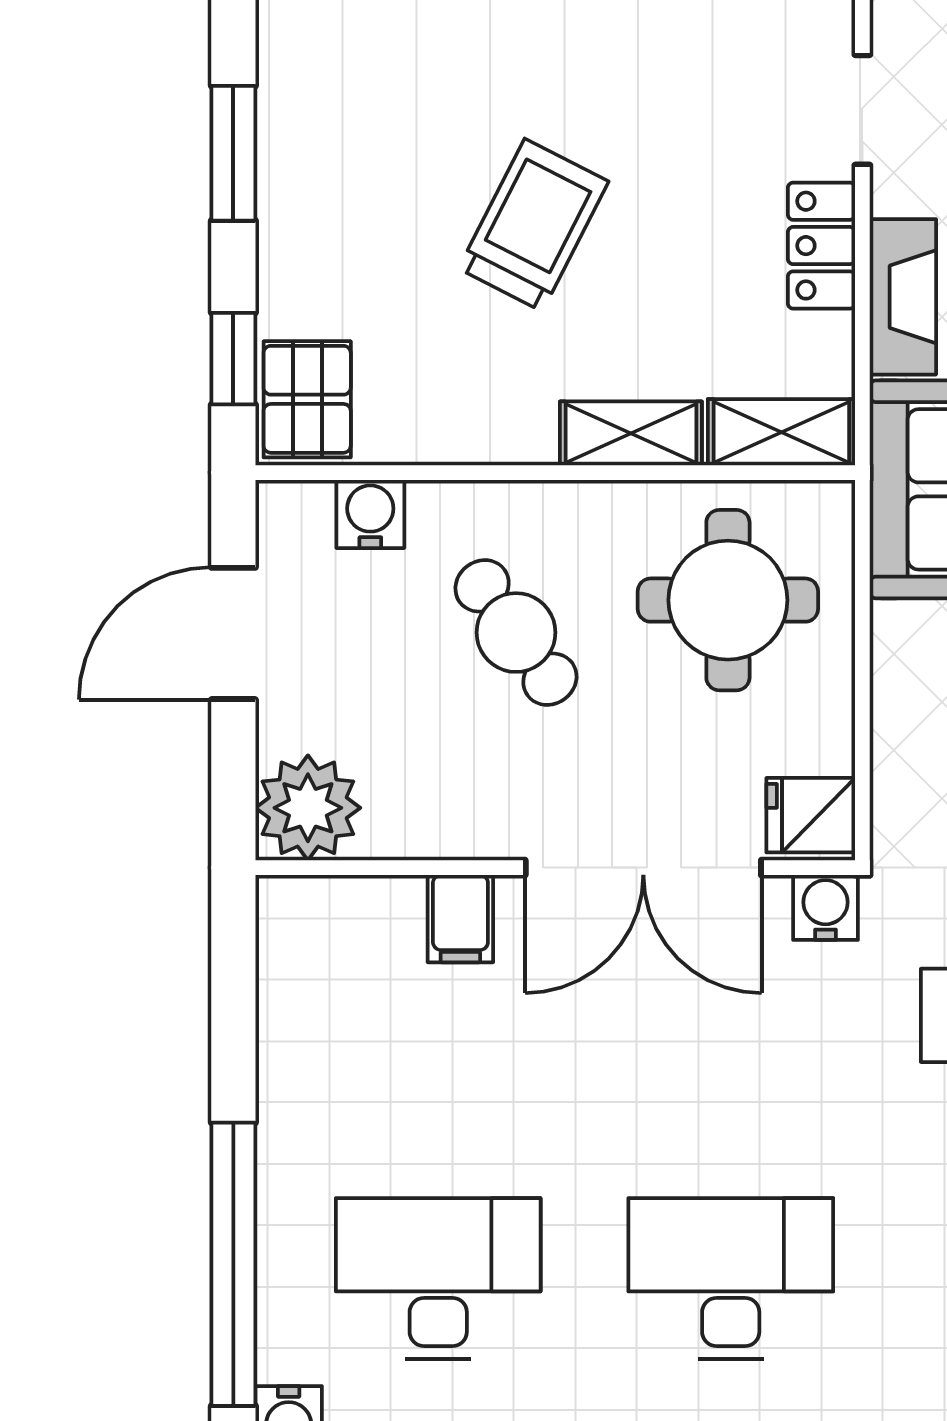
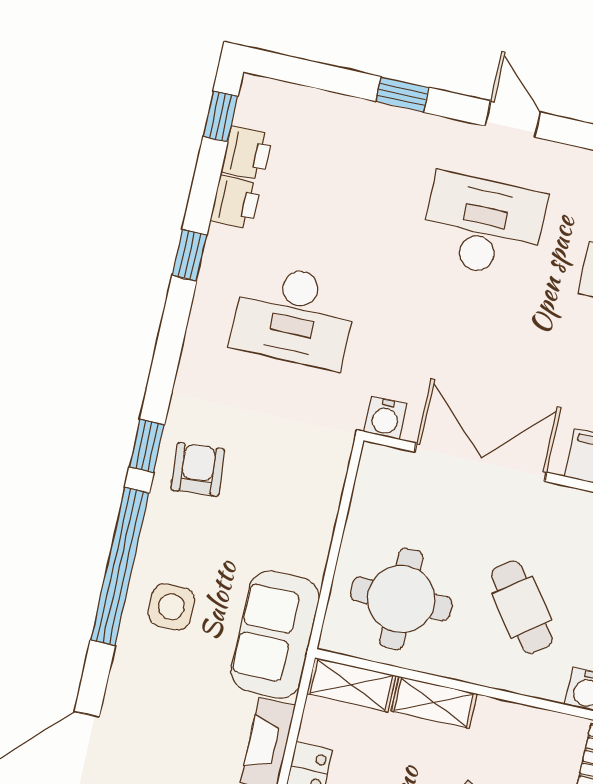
fridge: (811, 815) -> (382, 470), removed
desk: (731, 1279) -> (483, 226), turned 180

